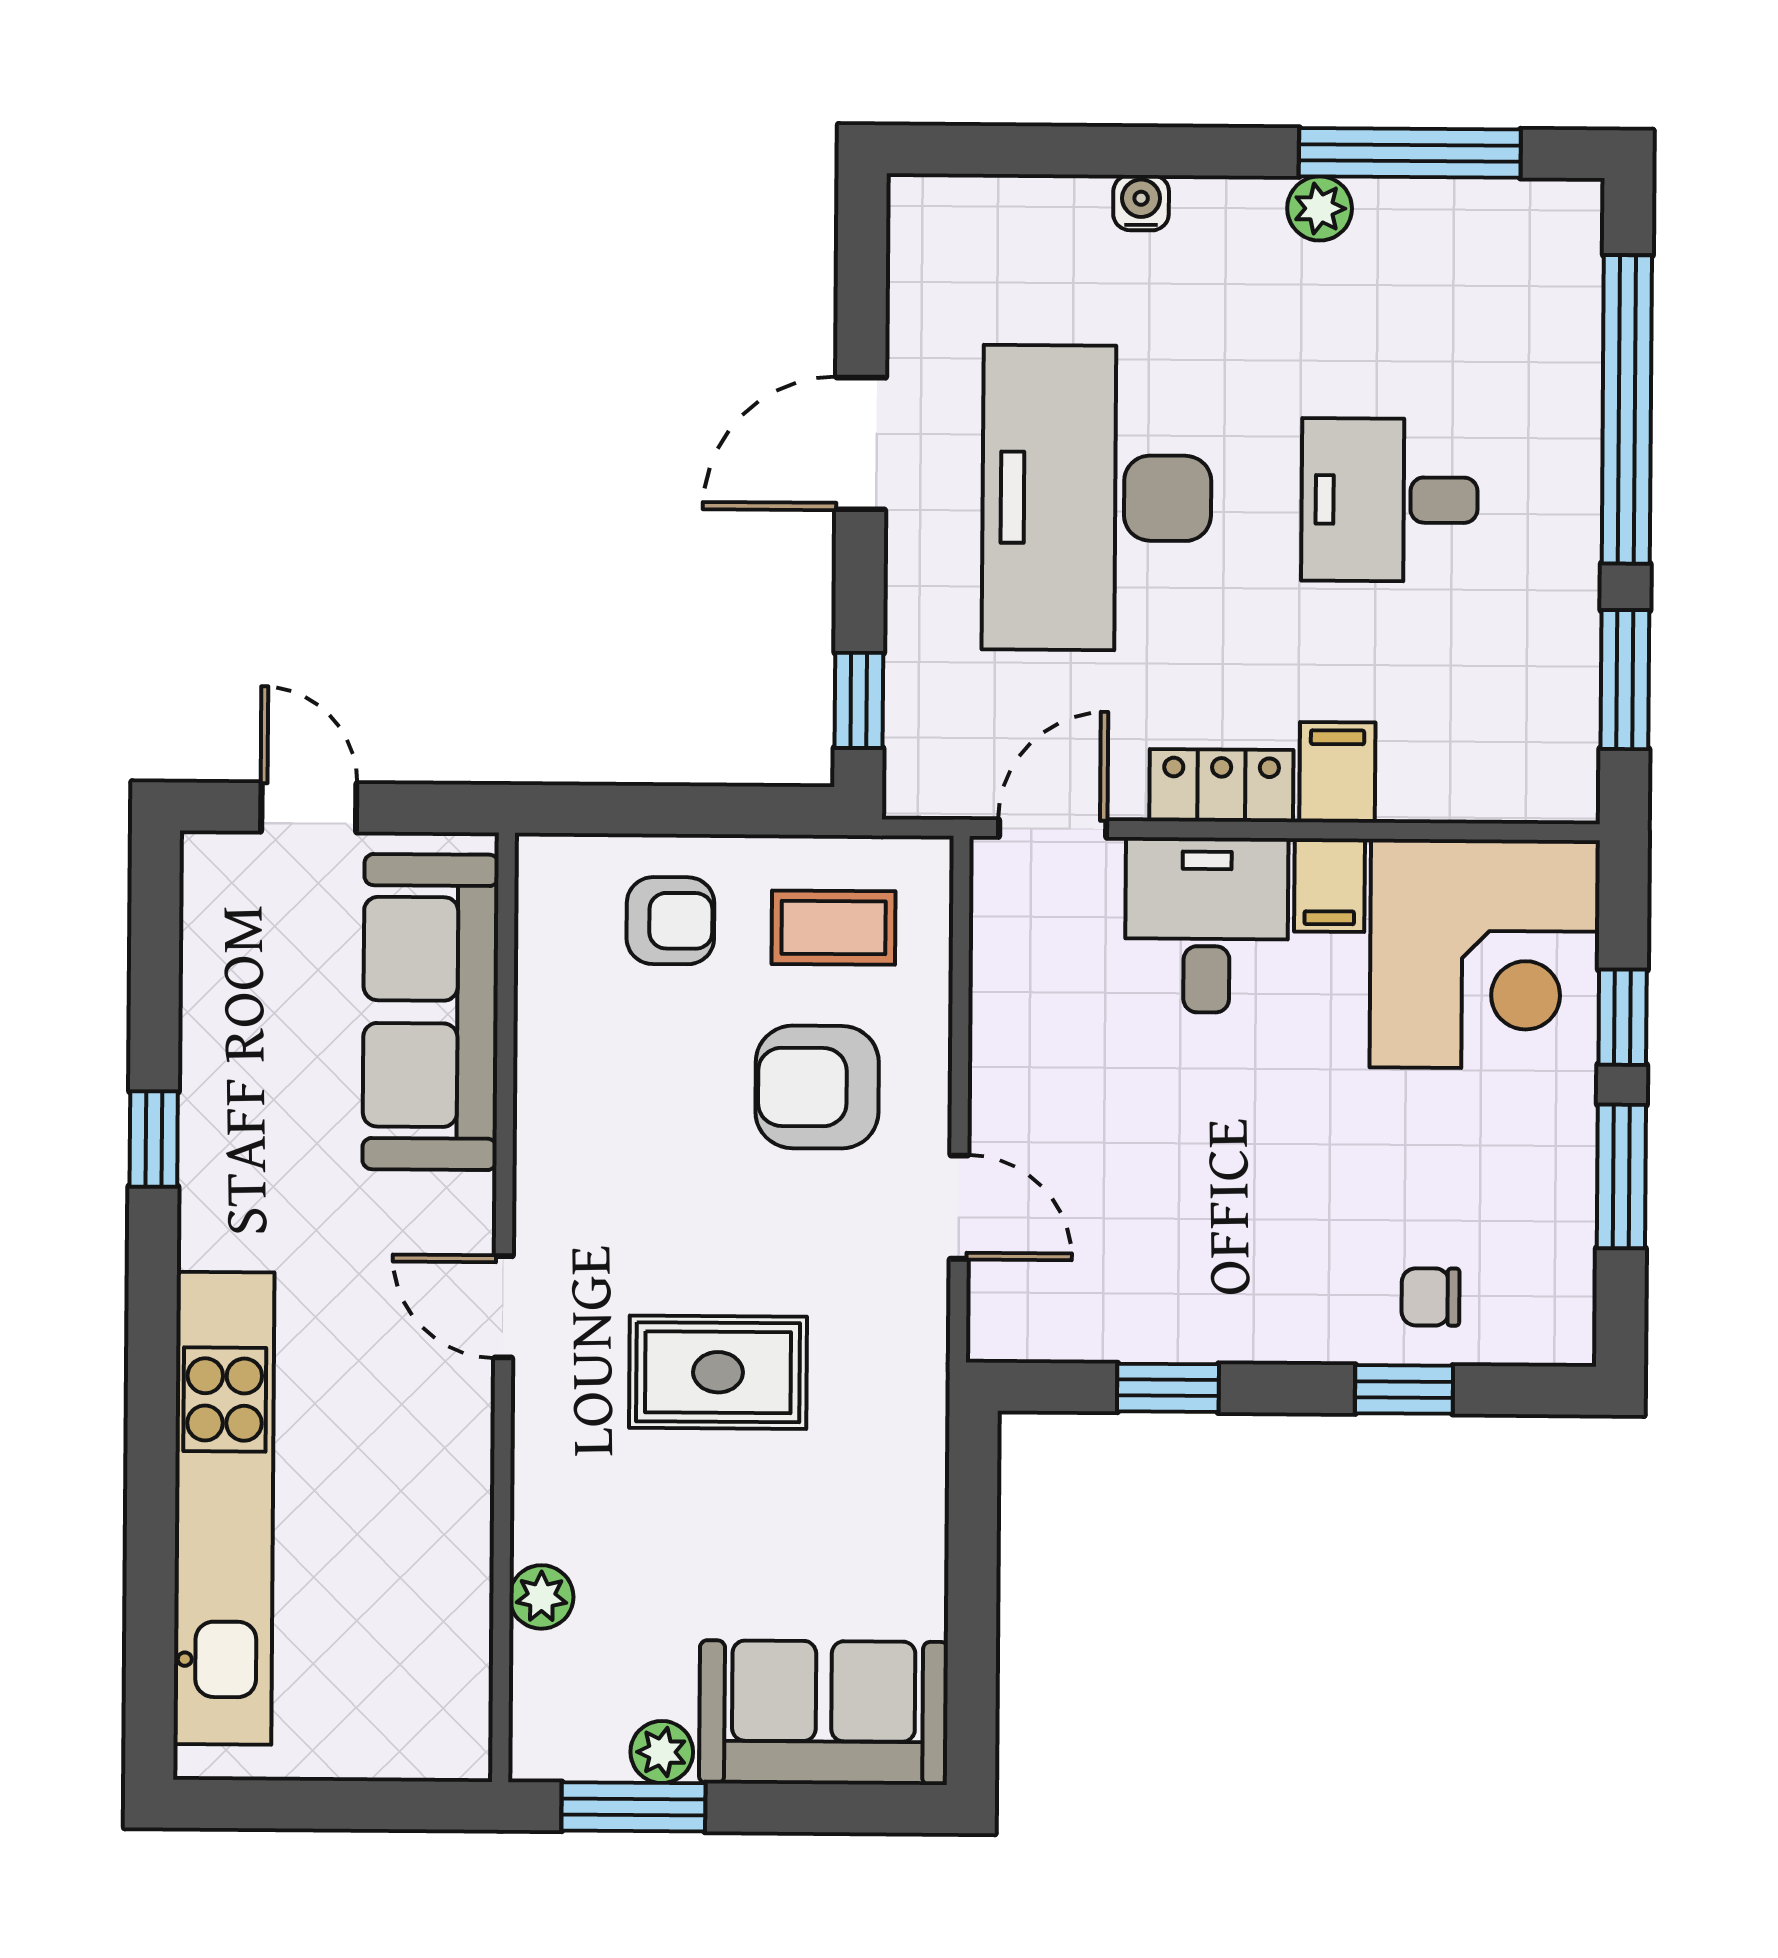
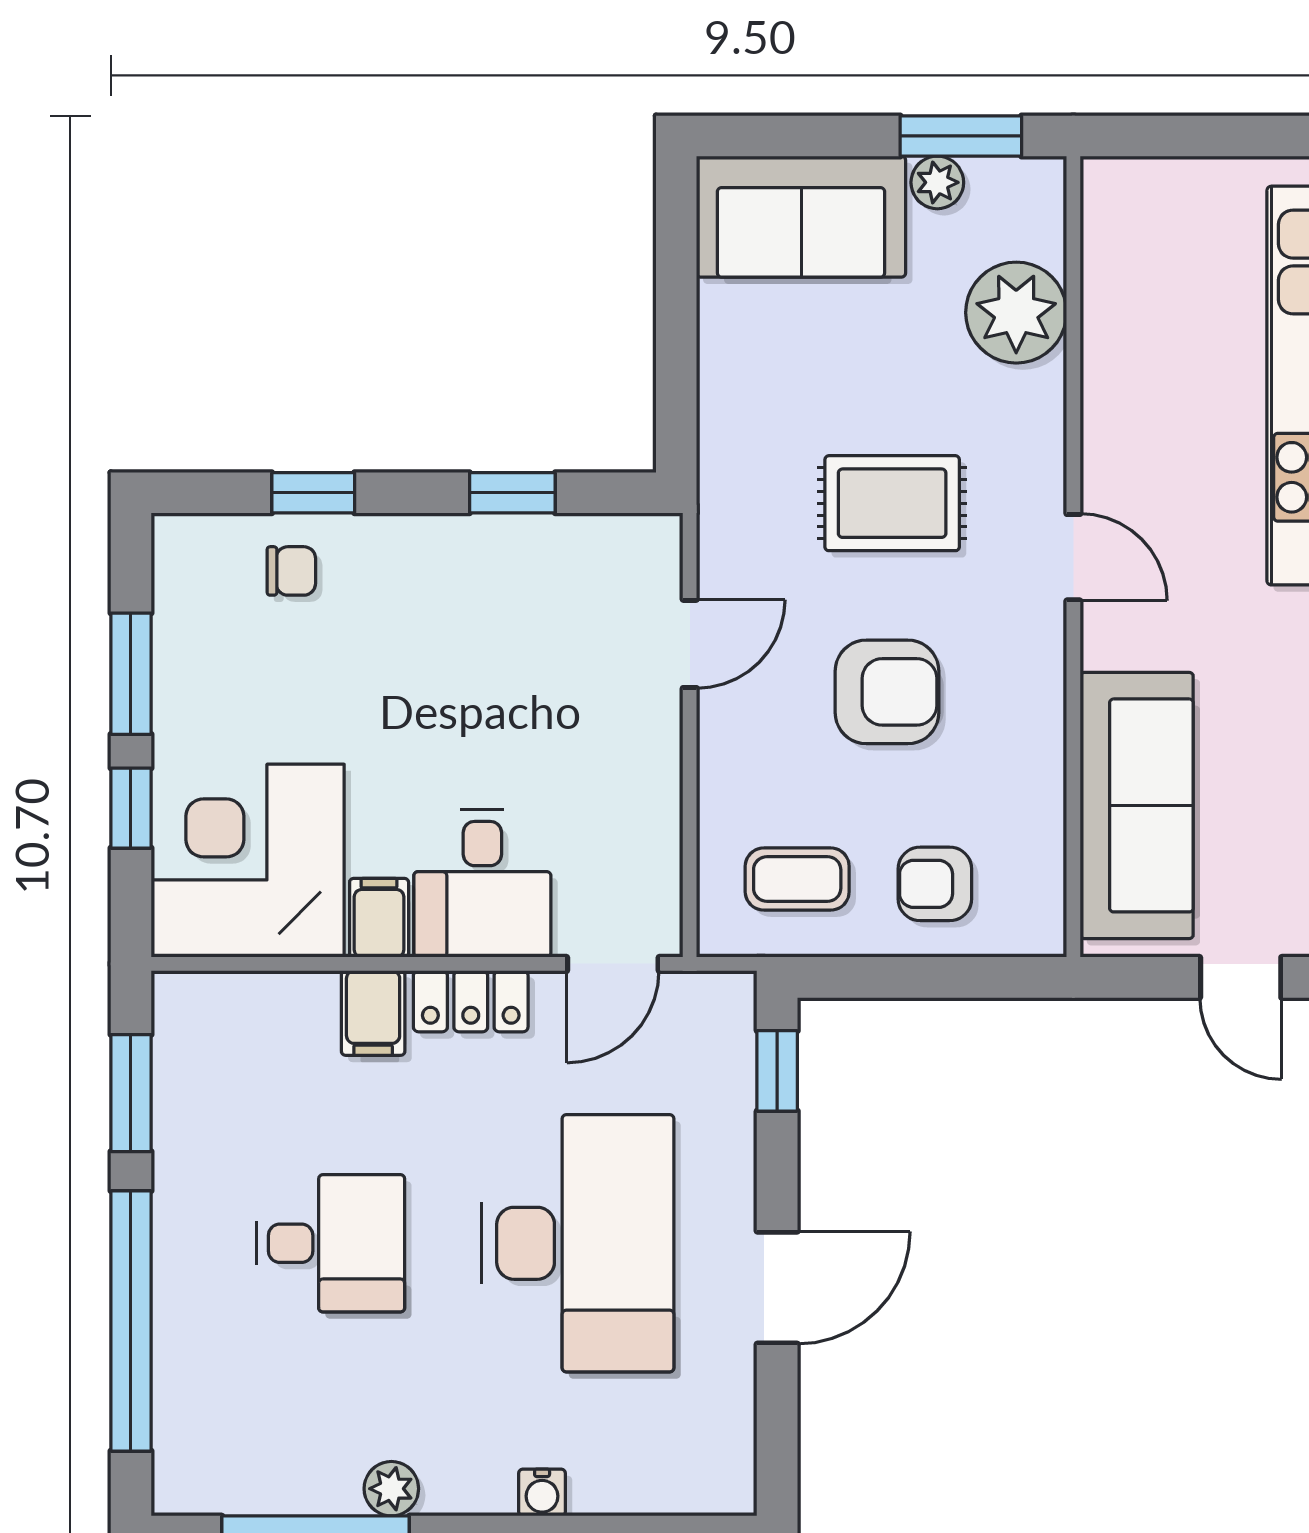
armchair: (817, 1087) -> (887, 692), moved
door: (959, 1207) -> (690, 644), swing flipped
plant: (541, 1597) -> (1016, 313), width x1.88, depth x1.88

